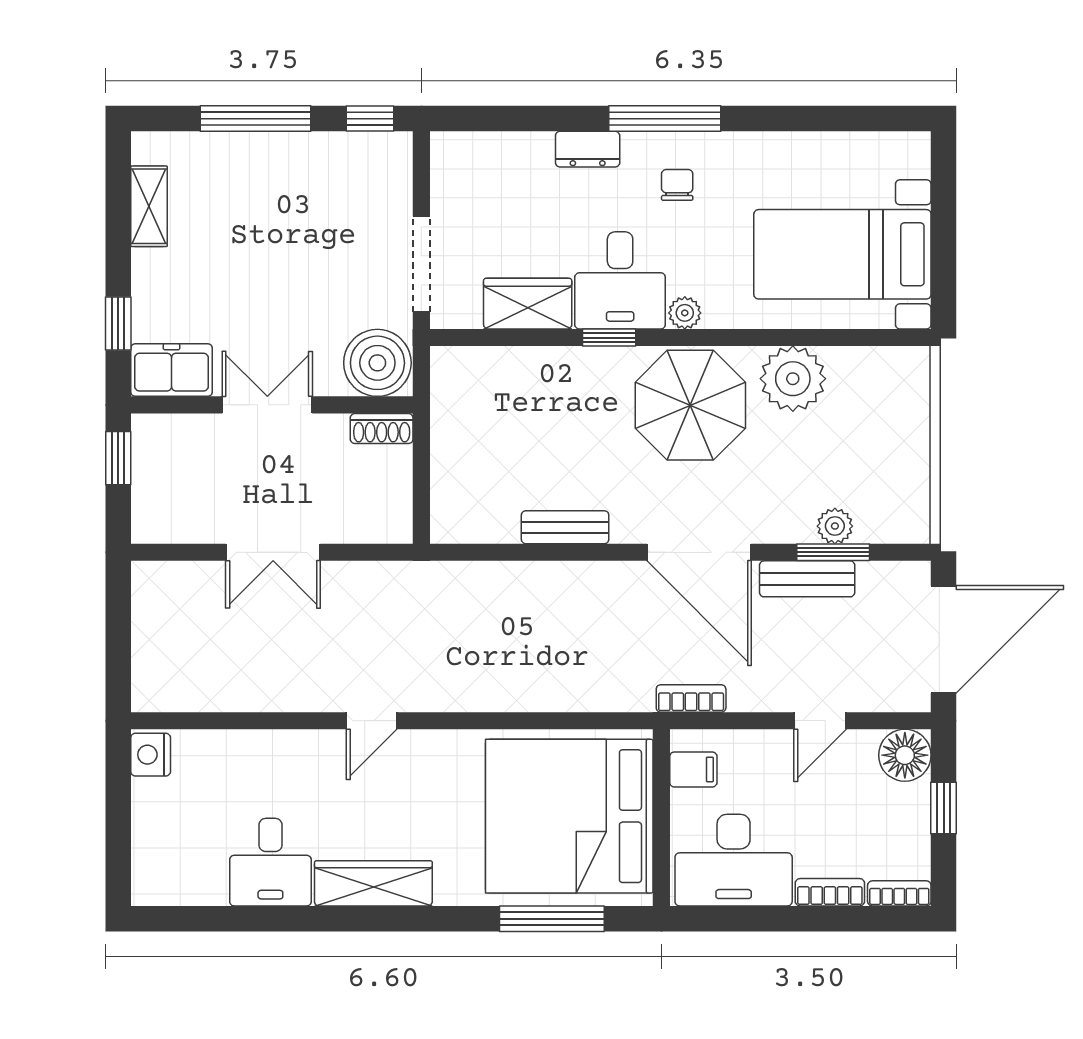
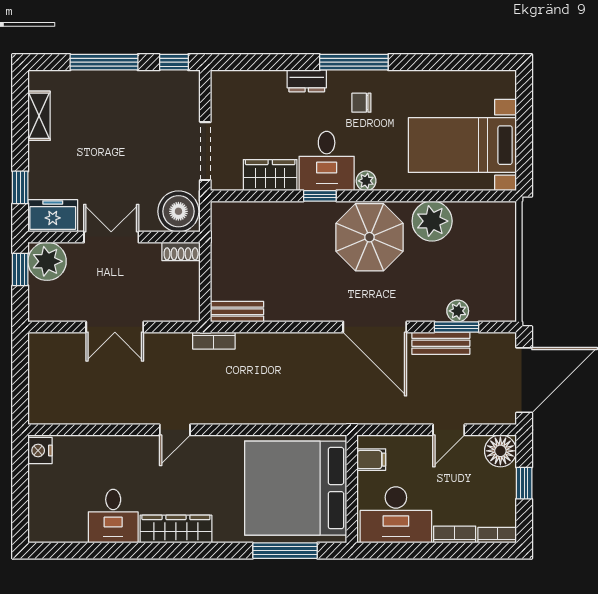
chair: (677, 185) -> (361, 103), turned -90
plant: (162, 445) -> (47, 261), added
bench: (565, 527) -> (237, 312), moved
bookcase: (691, 698) -> (214, 341), moved, turned 180

